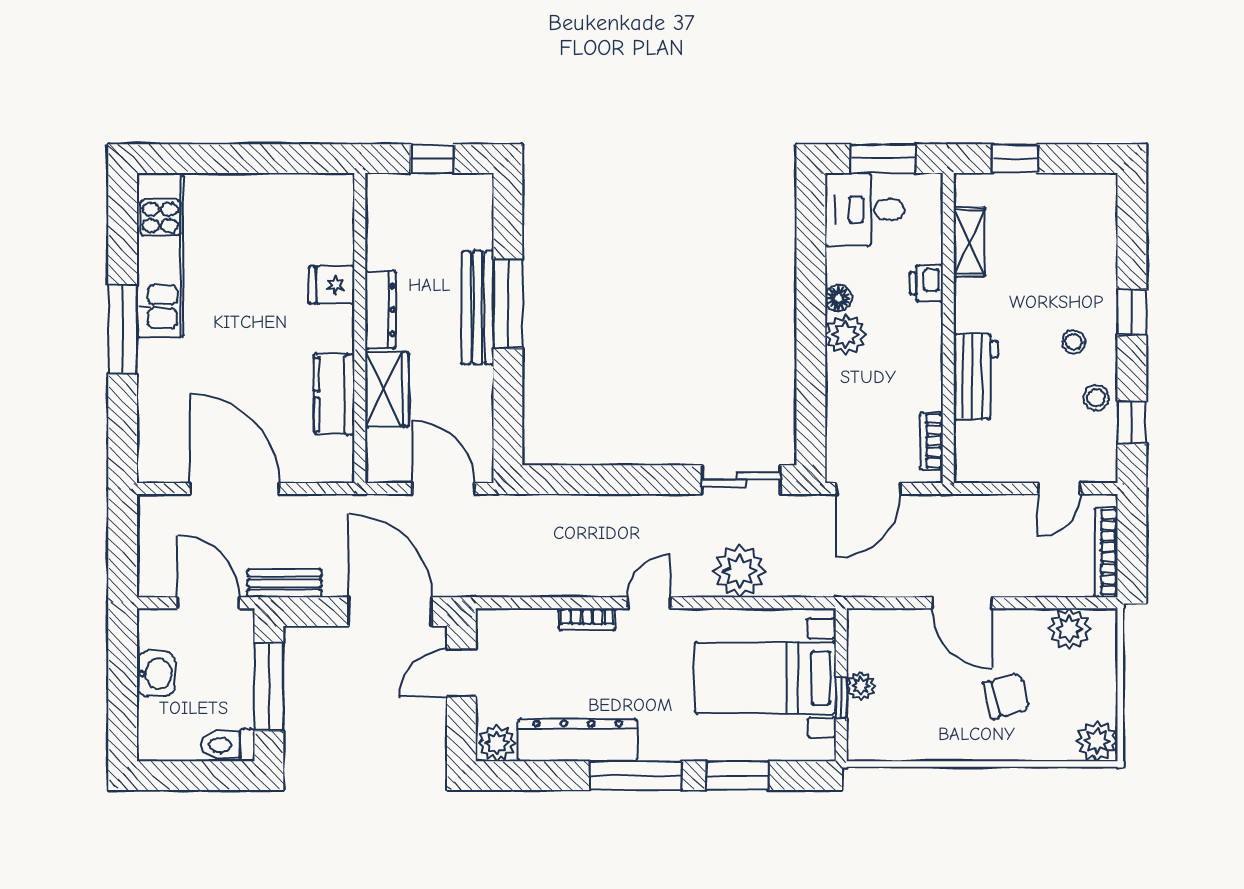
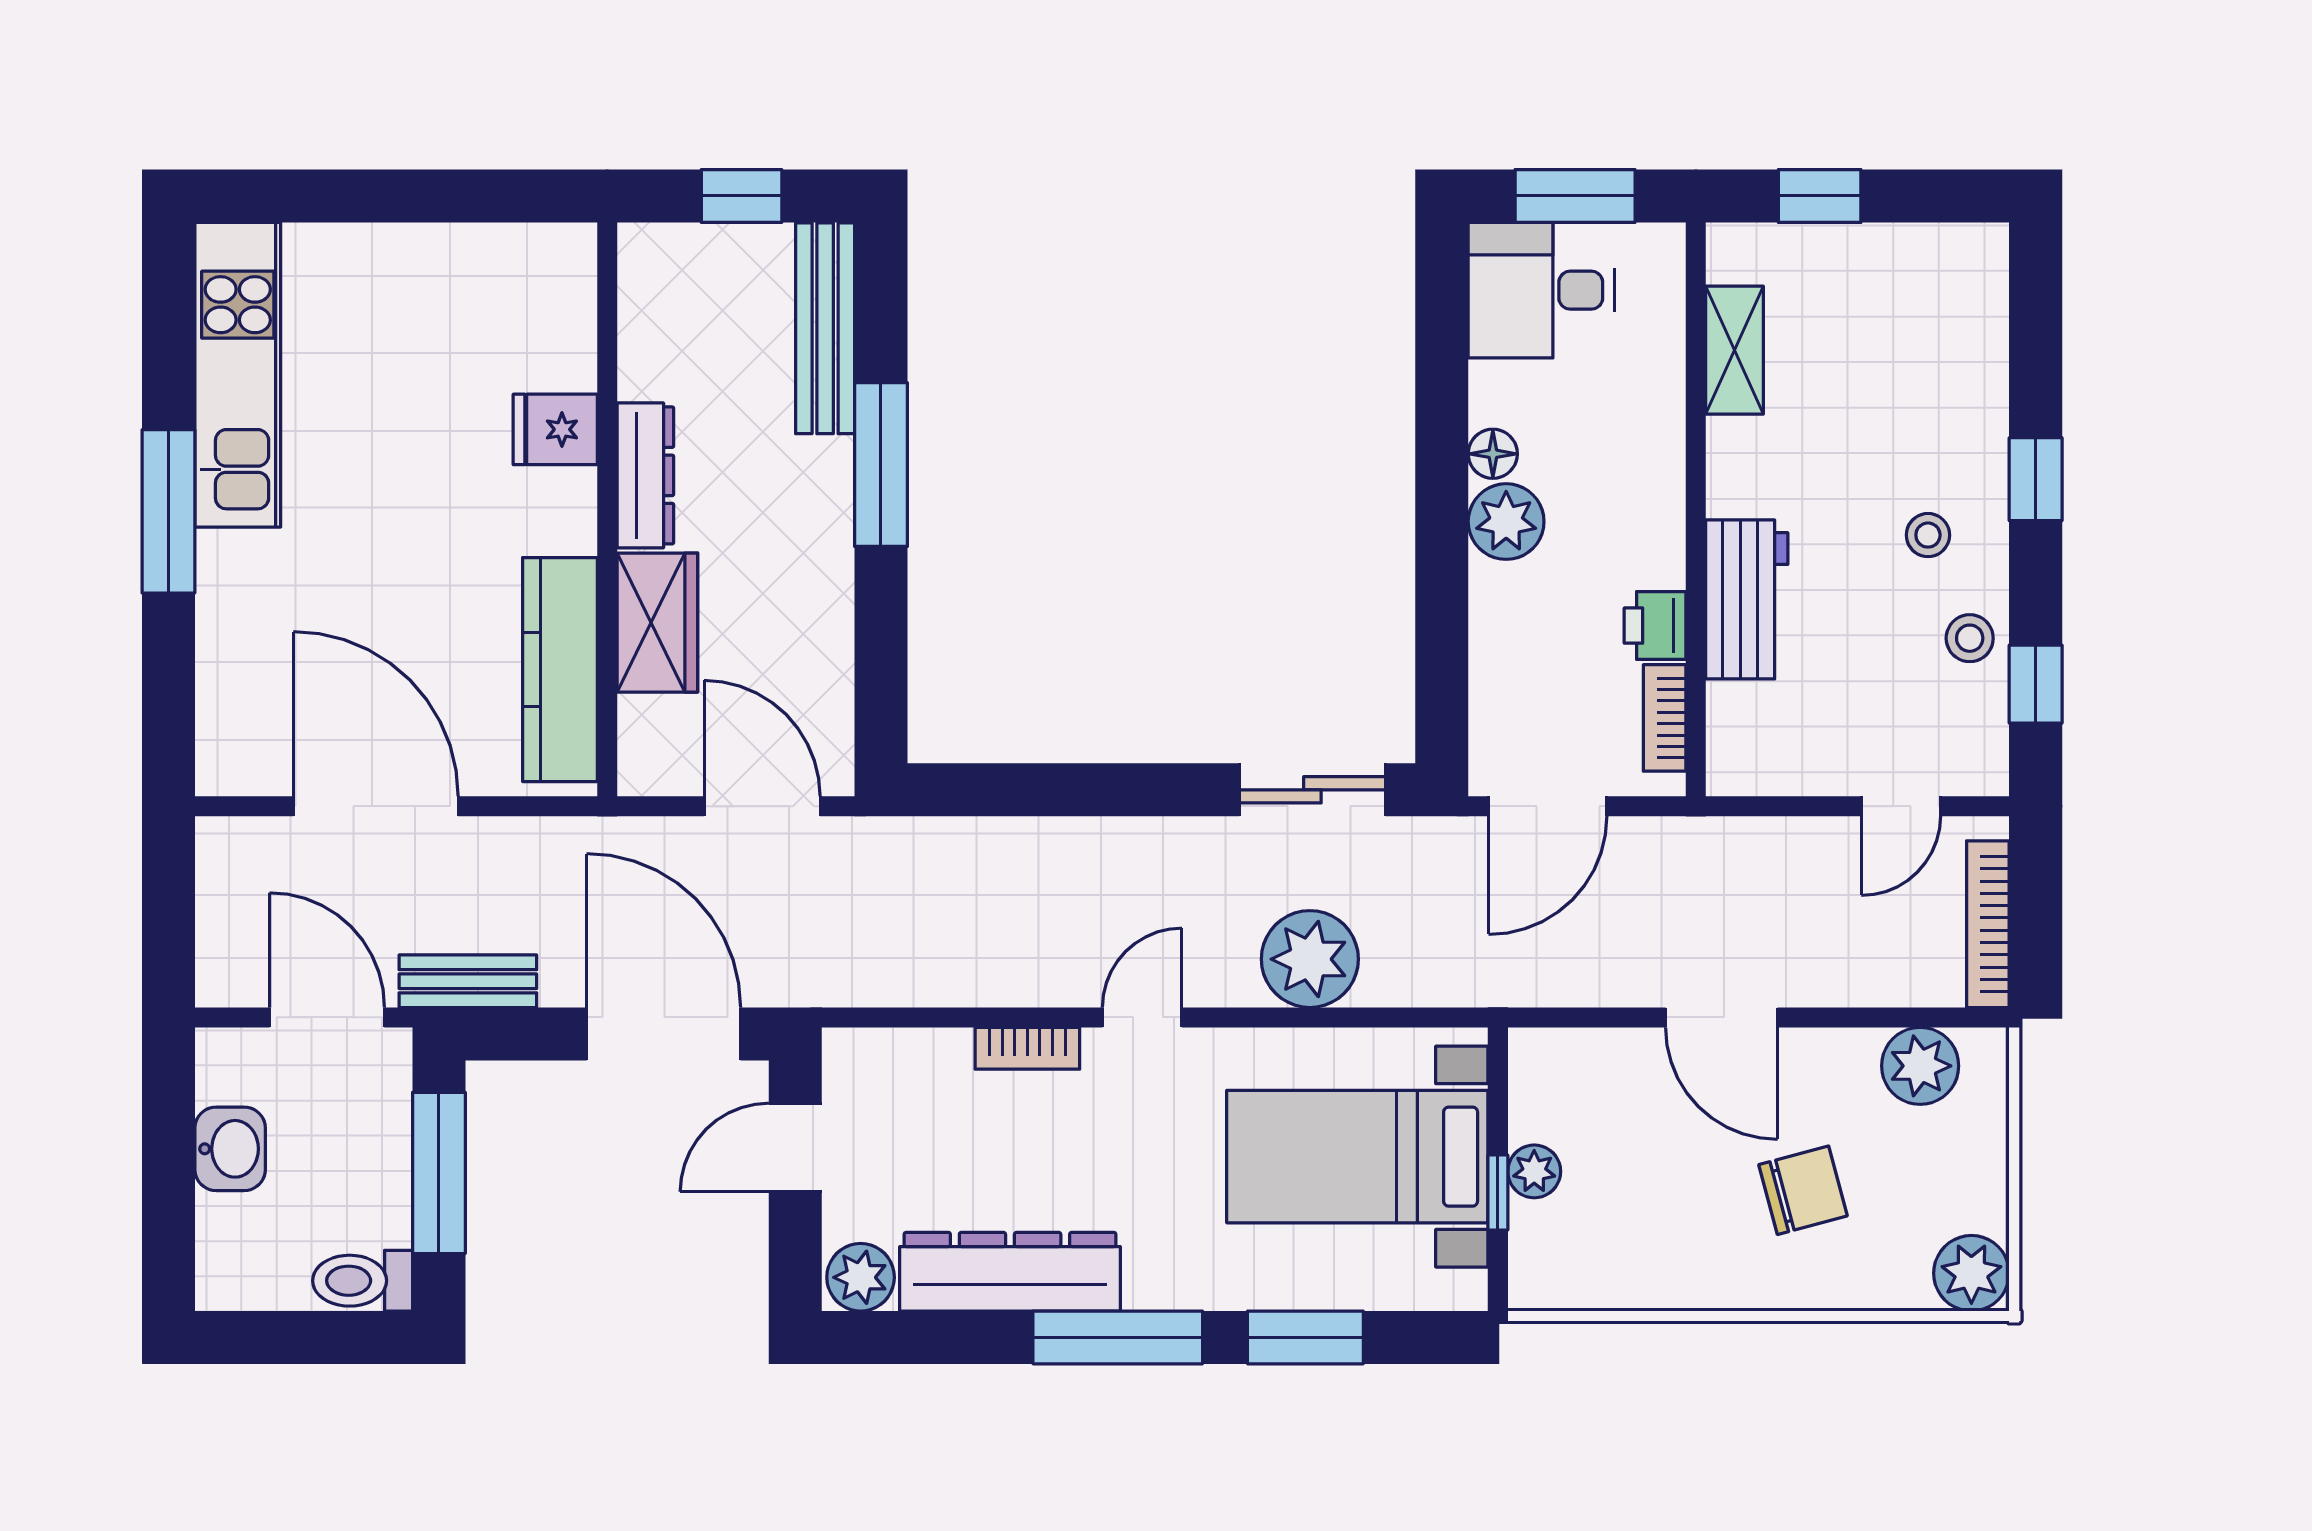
printer: (926, 283) -> (1655, 626), moved
bench: (478, 307) -> (825, 328), moved
kitchen counter: (334, 395) -> (560, 670), width x1.50

